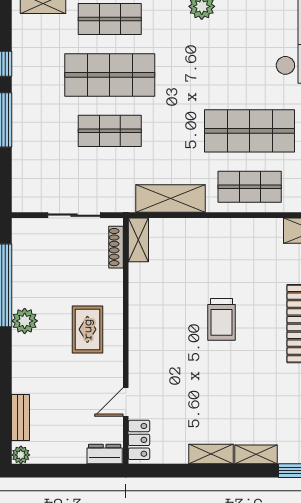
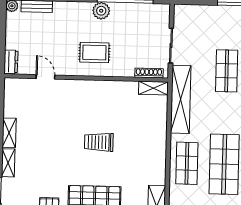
shelving: (171, 199) -> (181, 99), width x1.47
locker: (139, 440) -> (20, 85), removed

